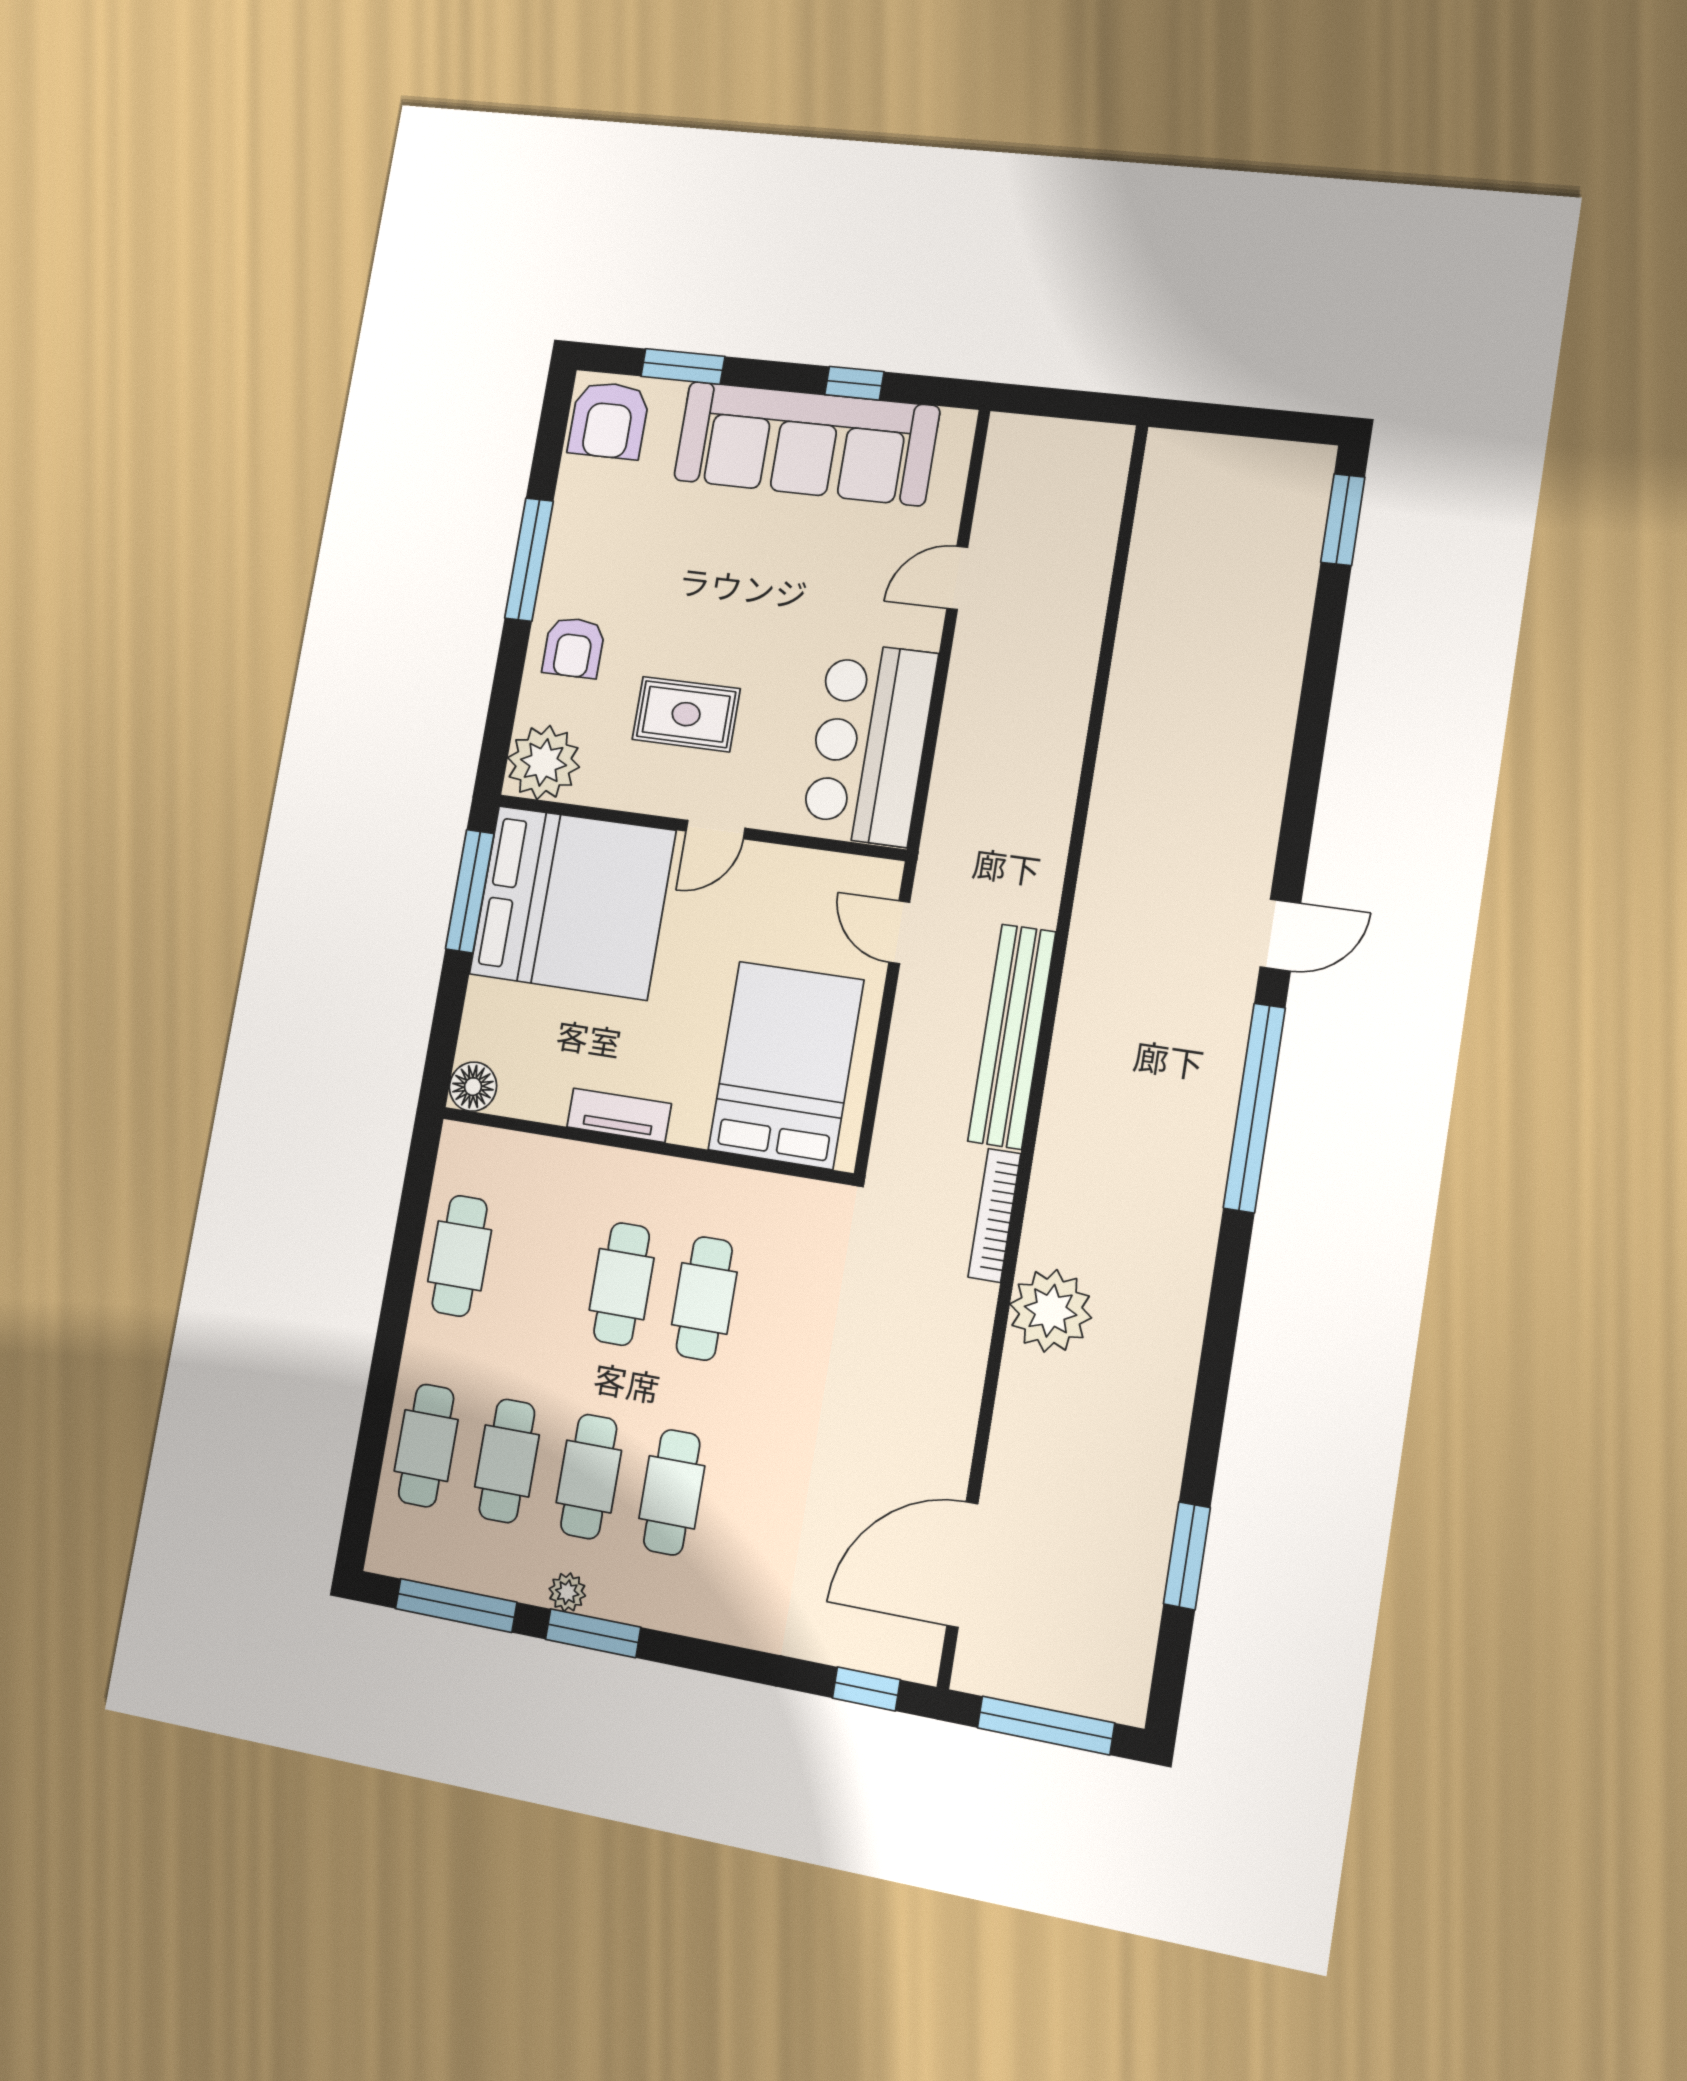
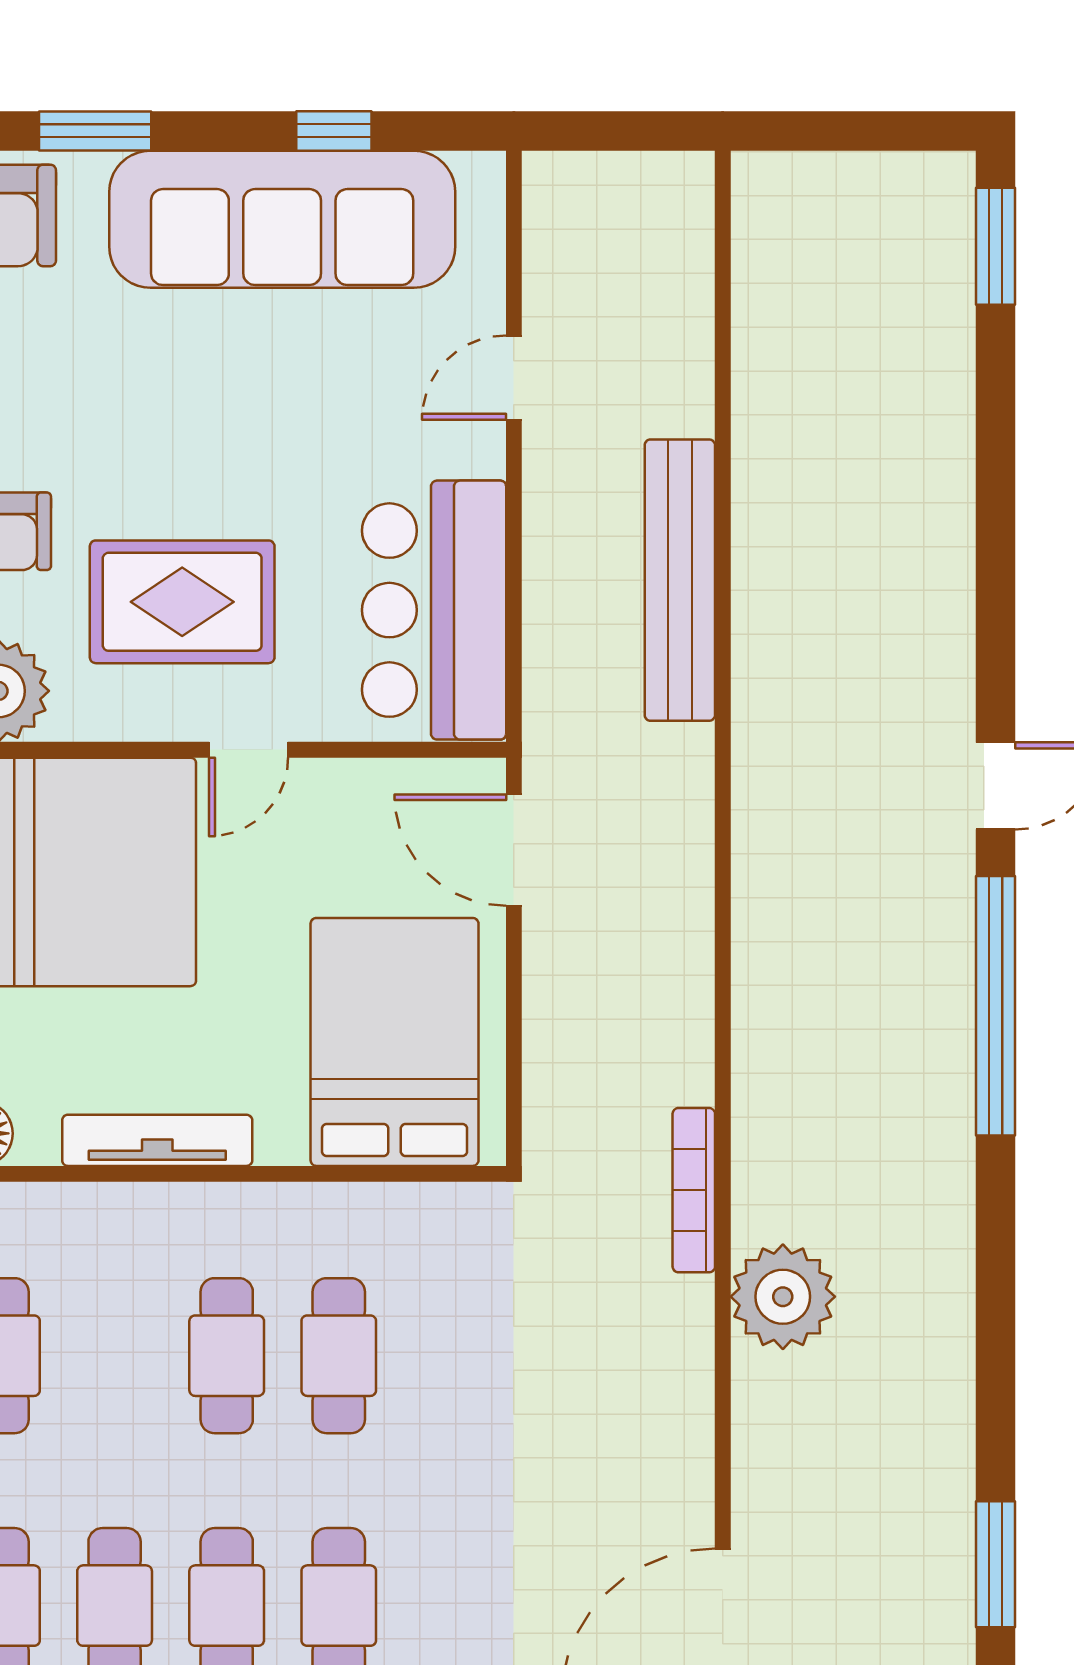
rug: (686, 714) -> (182, 602), width x1.36, depth x1.43
door: (899, 932) -> (514, 850), width x1.37
bench: (1012, 1036) -> (680, 580), moved
tv unit: (619, 1115) -> (157, 1140), width x1.41

